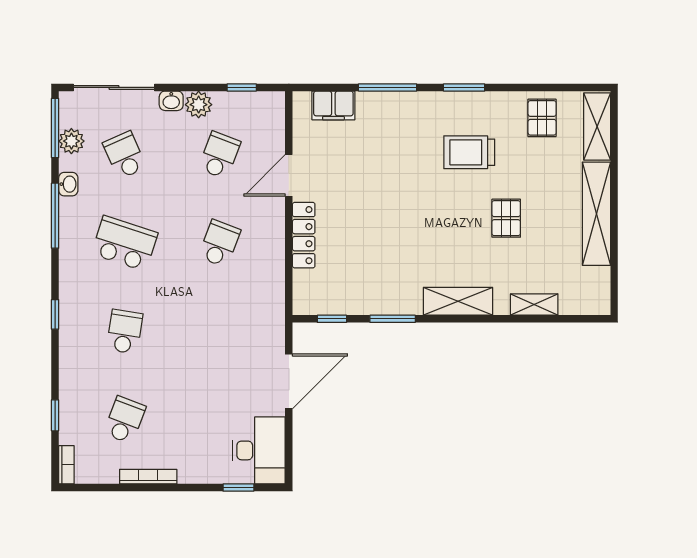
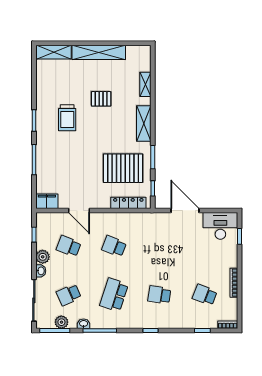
filing cabinet: (333, 105) -> (47, 201), moved, turned -90
pallet: (542, 118) -> (123, 168), moved, width x2.05, depth x2.00
locker: (304, 235) -> (128, 203), moved

